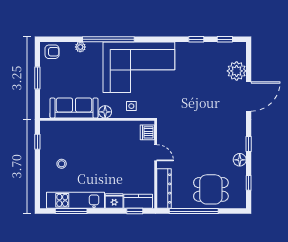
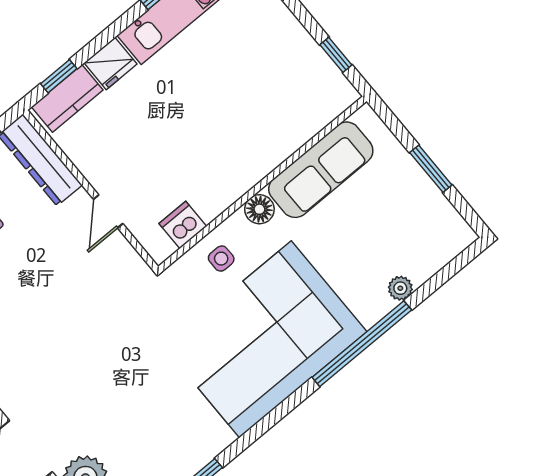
armchair: (52, 52) -> (444, 237), removed
dishwasher: (147, 132) -> (183, 225), moved, turned -90
door: (156, 153) -> (108, 211), hinge flipped
stool: (62, 164) -> (260, 52), removed

